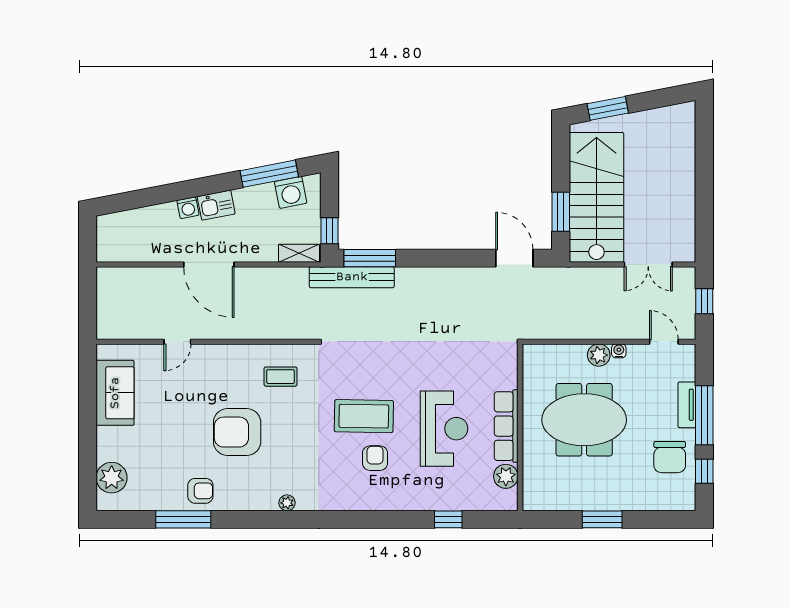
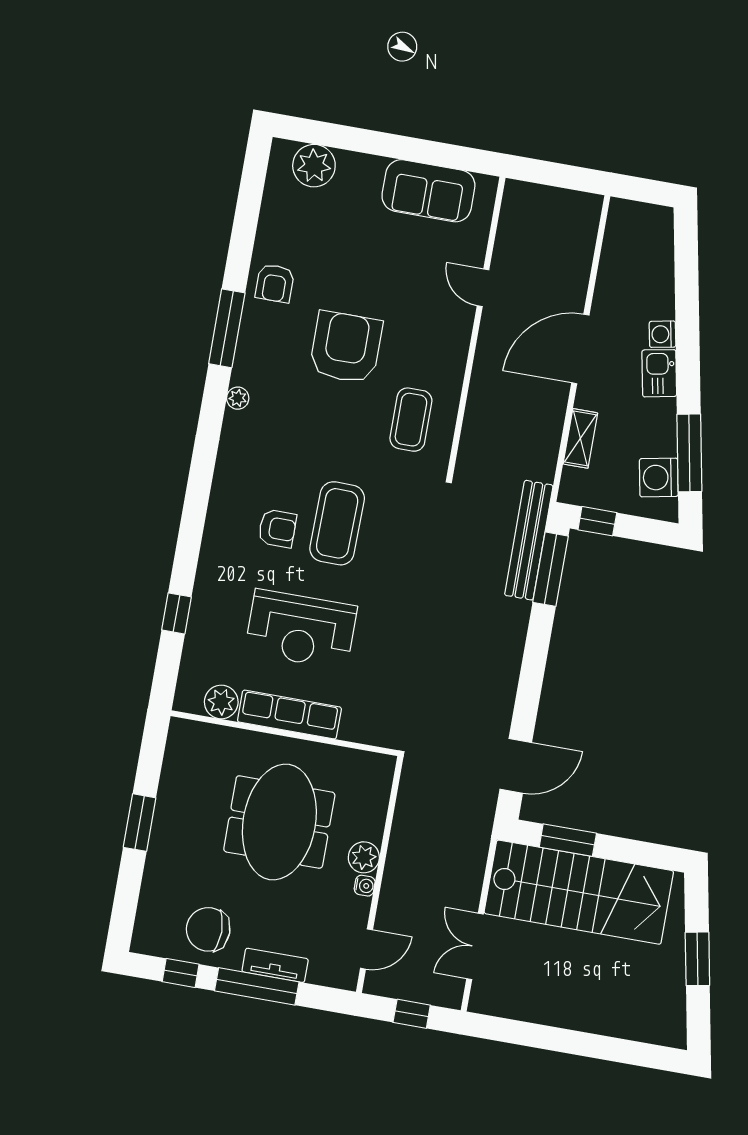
window: (608, 108) -> (697, 959), moved
shelving: (299, 253) -> (580, 438), moved
coffee table: (281, 377) -> (411, 420), width x1.36, depth x1.30
window: (183, 519) -> (227, 328), moved

